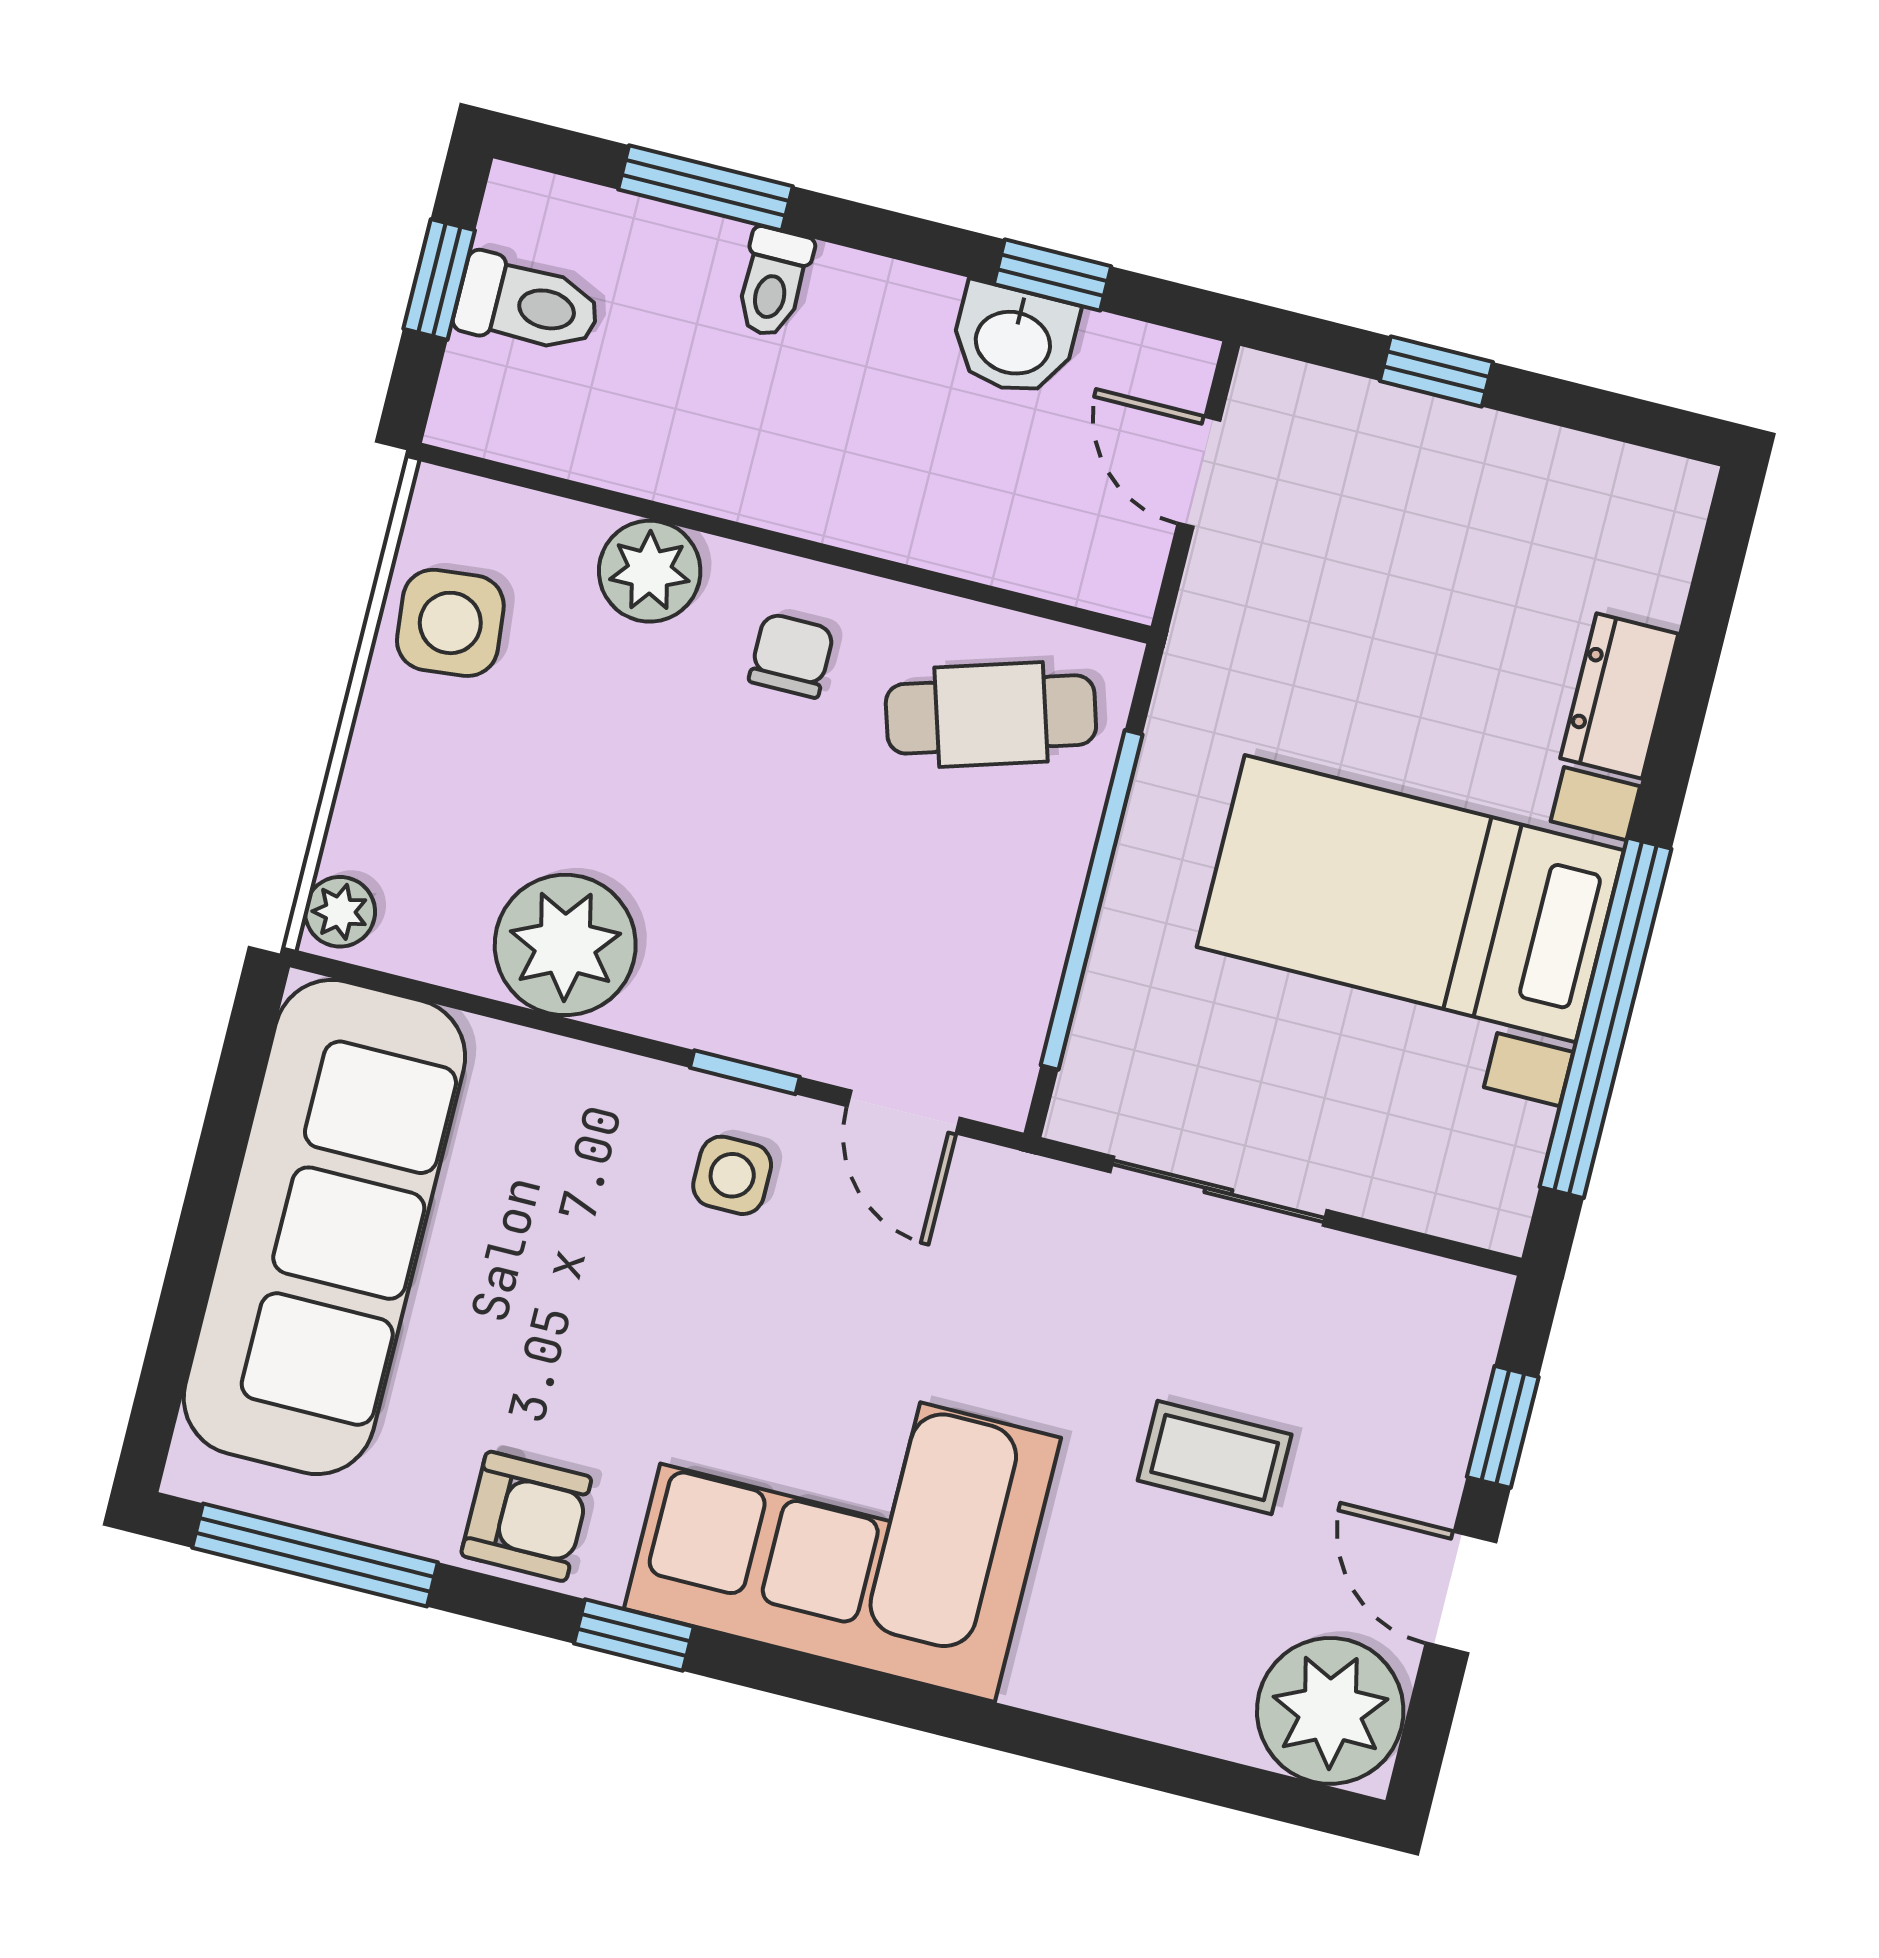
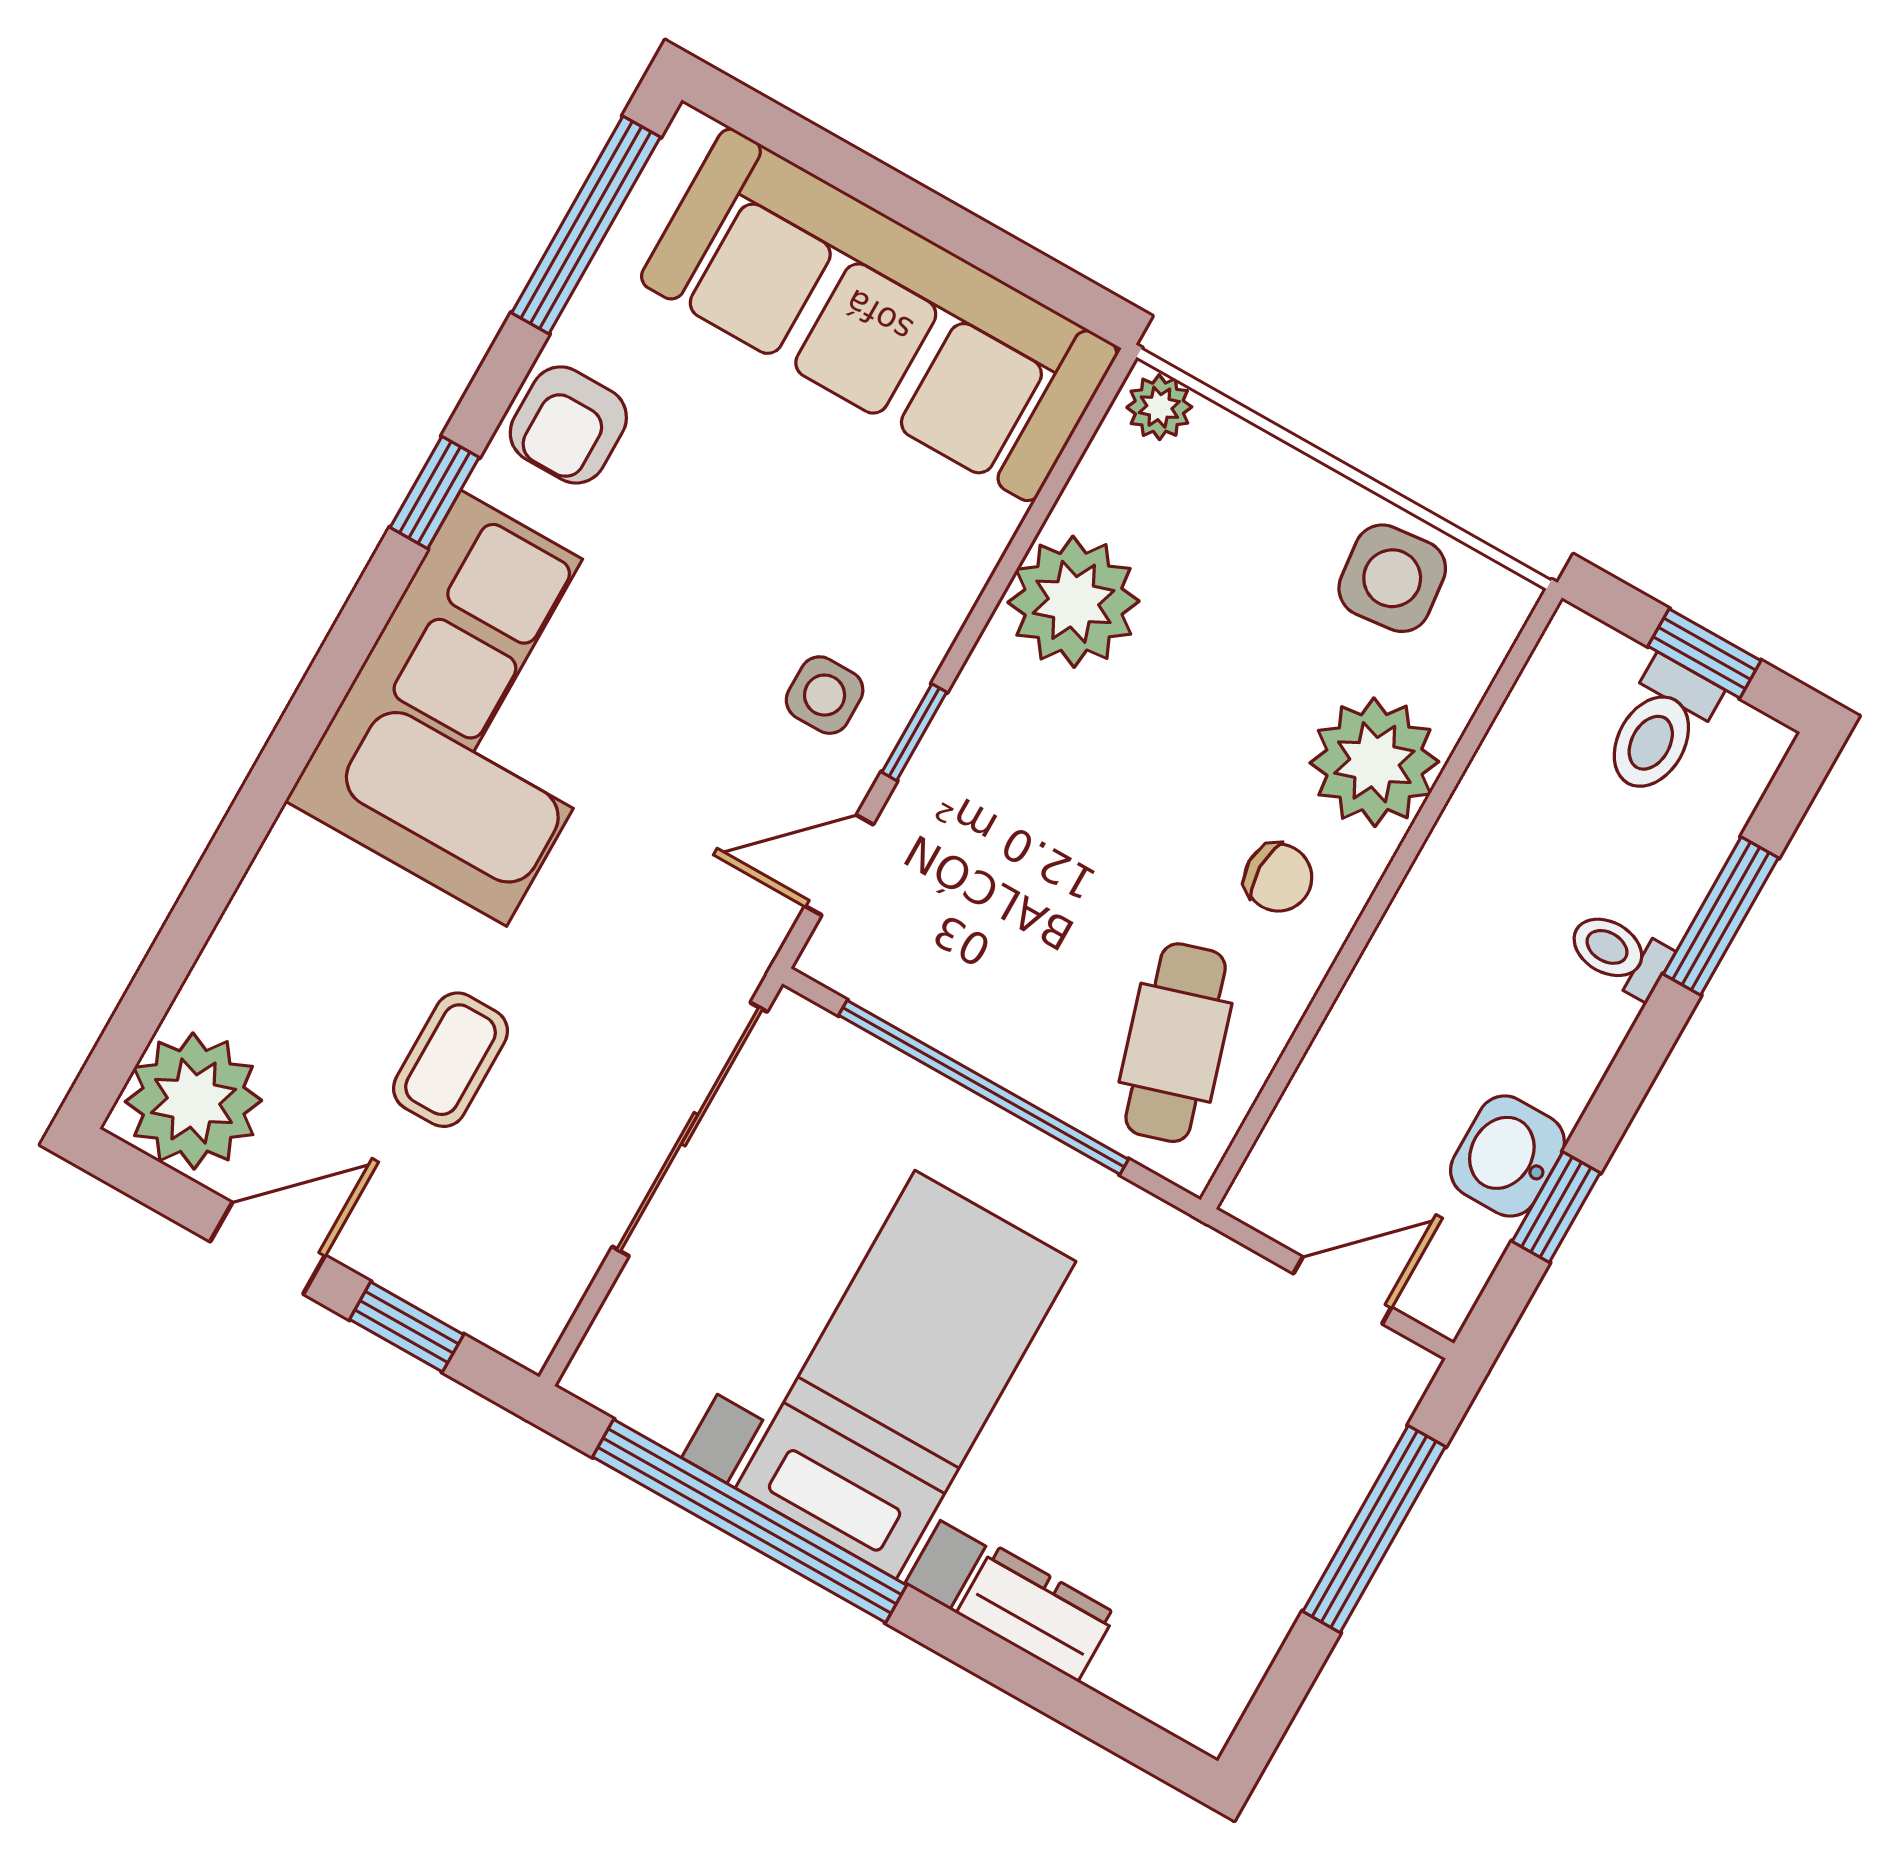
window: (1436, 371) -> (1374, 1529), width x2.17
plant: (650, 571) -> (1374, 762), width x1.36, depth x1.36
sliding door: (1218, 1191) -> (690, 1129), width x1.37

